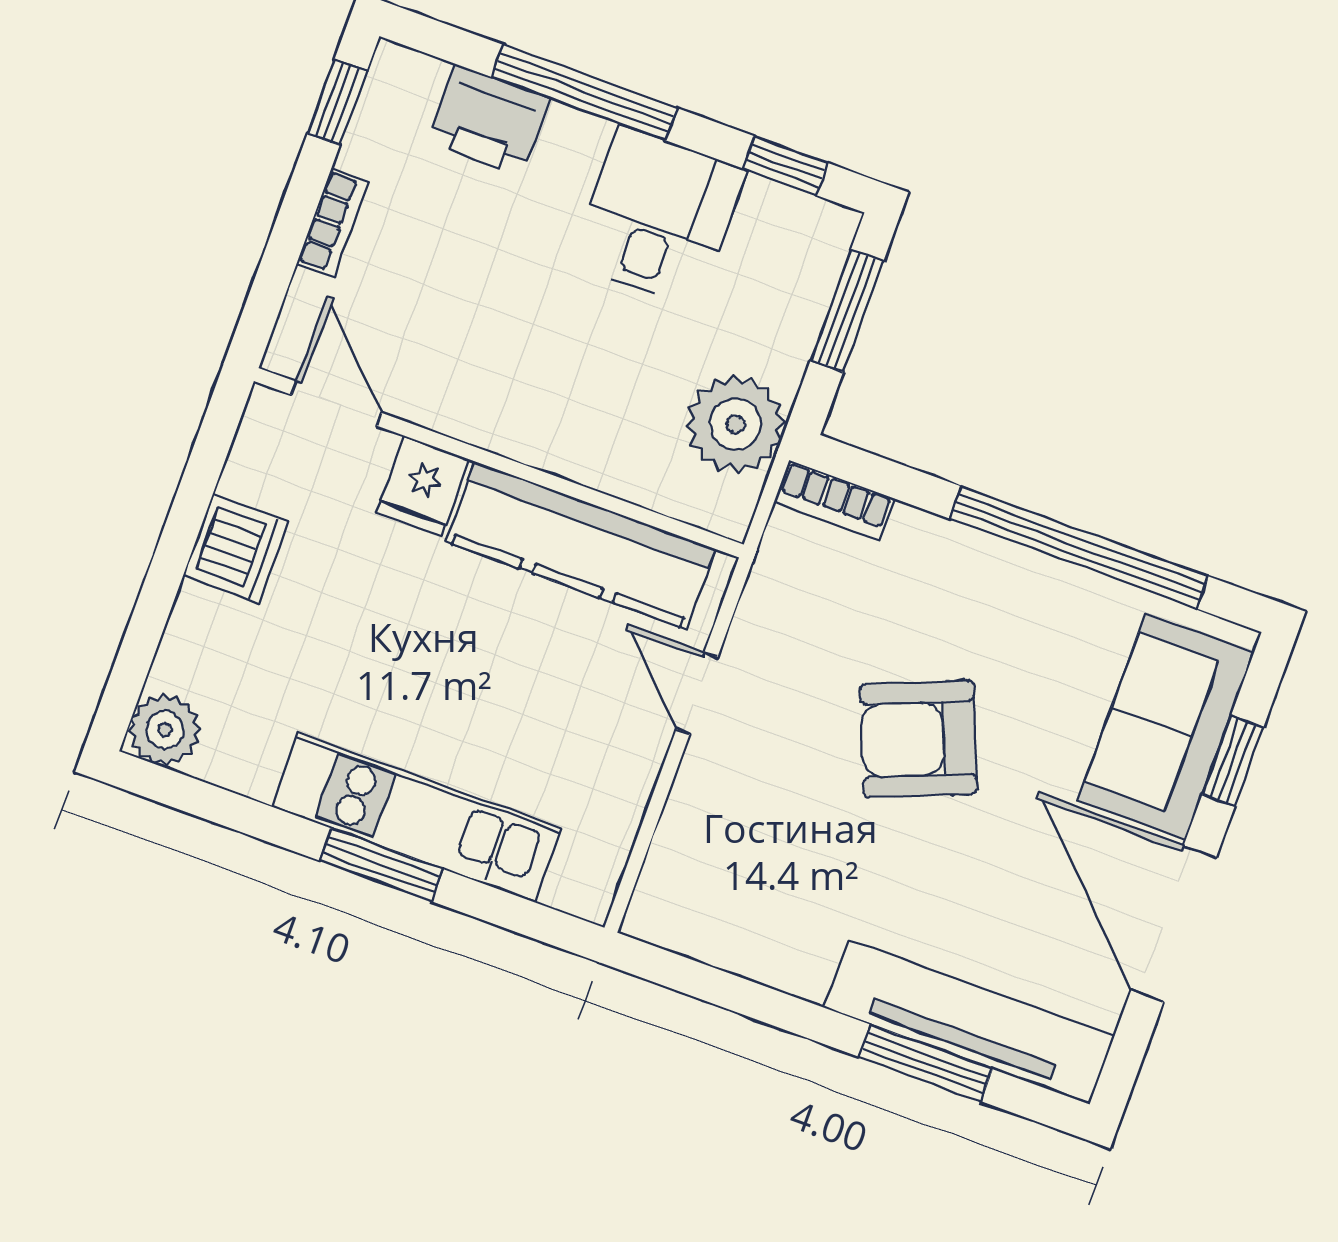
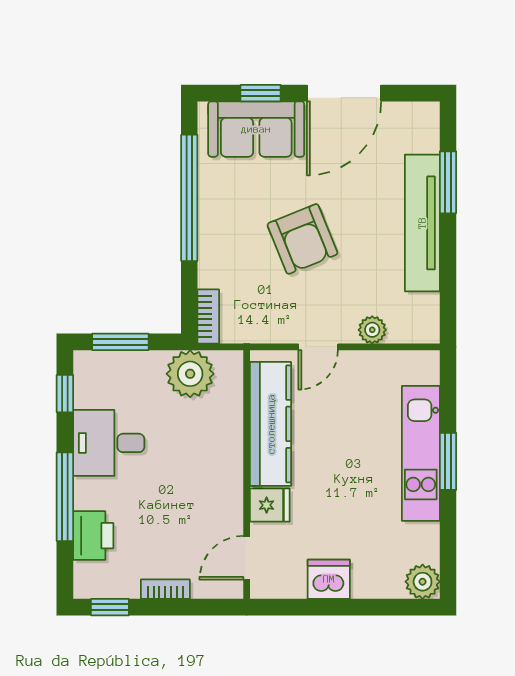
plant: (692, 811) -> (372, 330), added
tv unit: (969, 1022) -> (422, 223), moved

